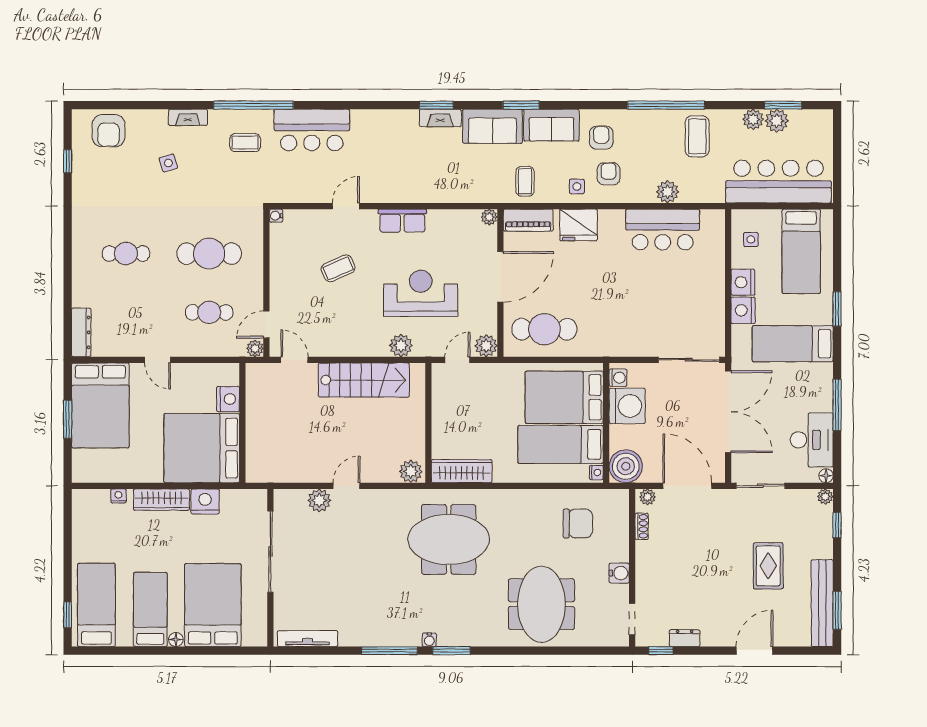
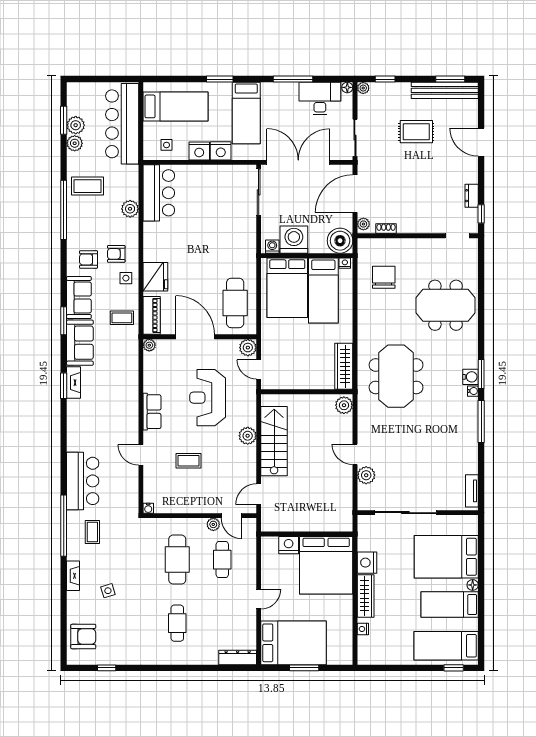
bar counter: (663, 229) -> (159, 193), moved
coffee table: (338, 268) -> (189, 461), turned -66
plant: (401, 345) -> (248, 436), moved
plant: (255, 348) -> (213, 524), moved
water cooler: (619, 573) -> (470, 377), moved, turned 90
tv unit: (308, 639) -> (472, 491), width x0.71

